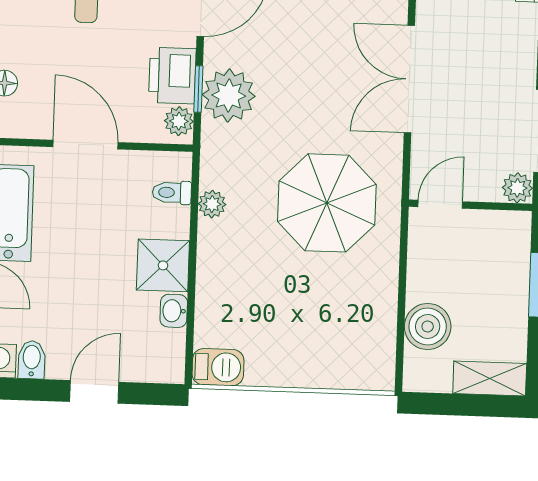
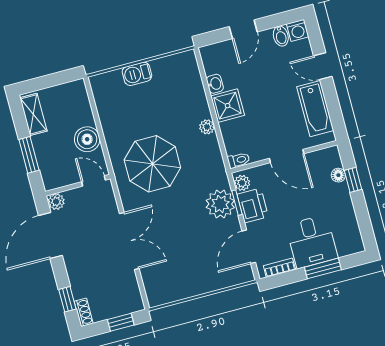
toilet: (172, 193) -> (239, 160), moved
plant: (212, 204) -> (207, 127), moved
door: (440, 204) -> (94, 181), swing flipped
boiler: (428, 326) -> (87, 139), moved
barbecue: (218, 367) -> (137, 74), moved
shelving: (490, 378) -> (33, 114), moved, turned 90

